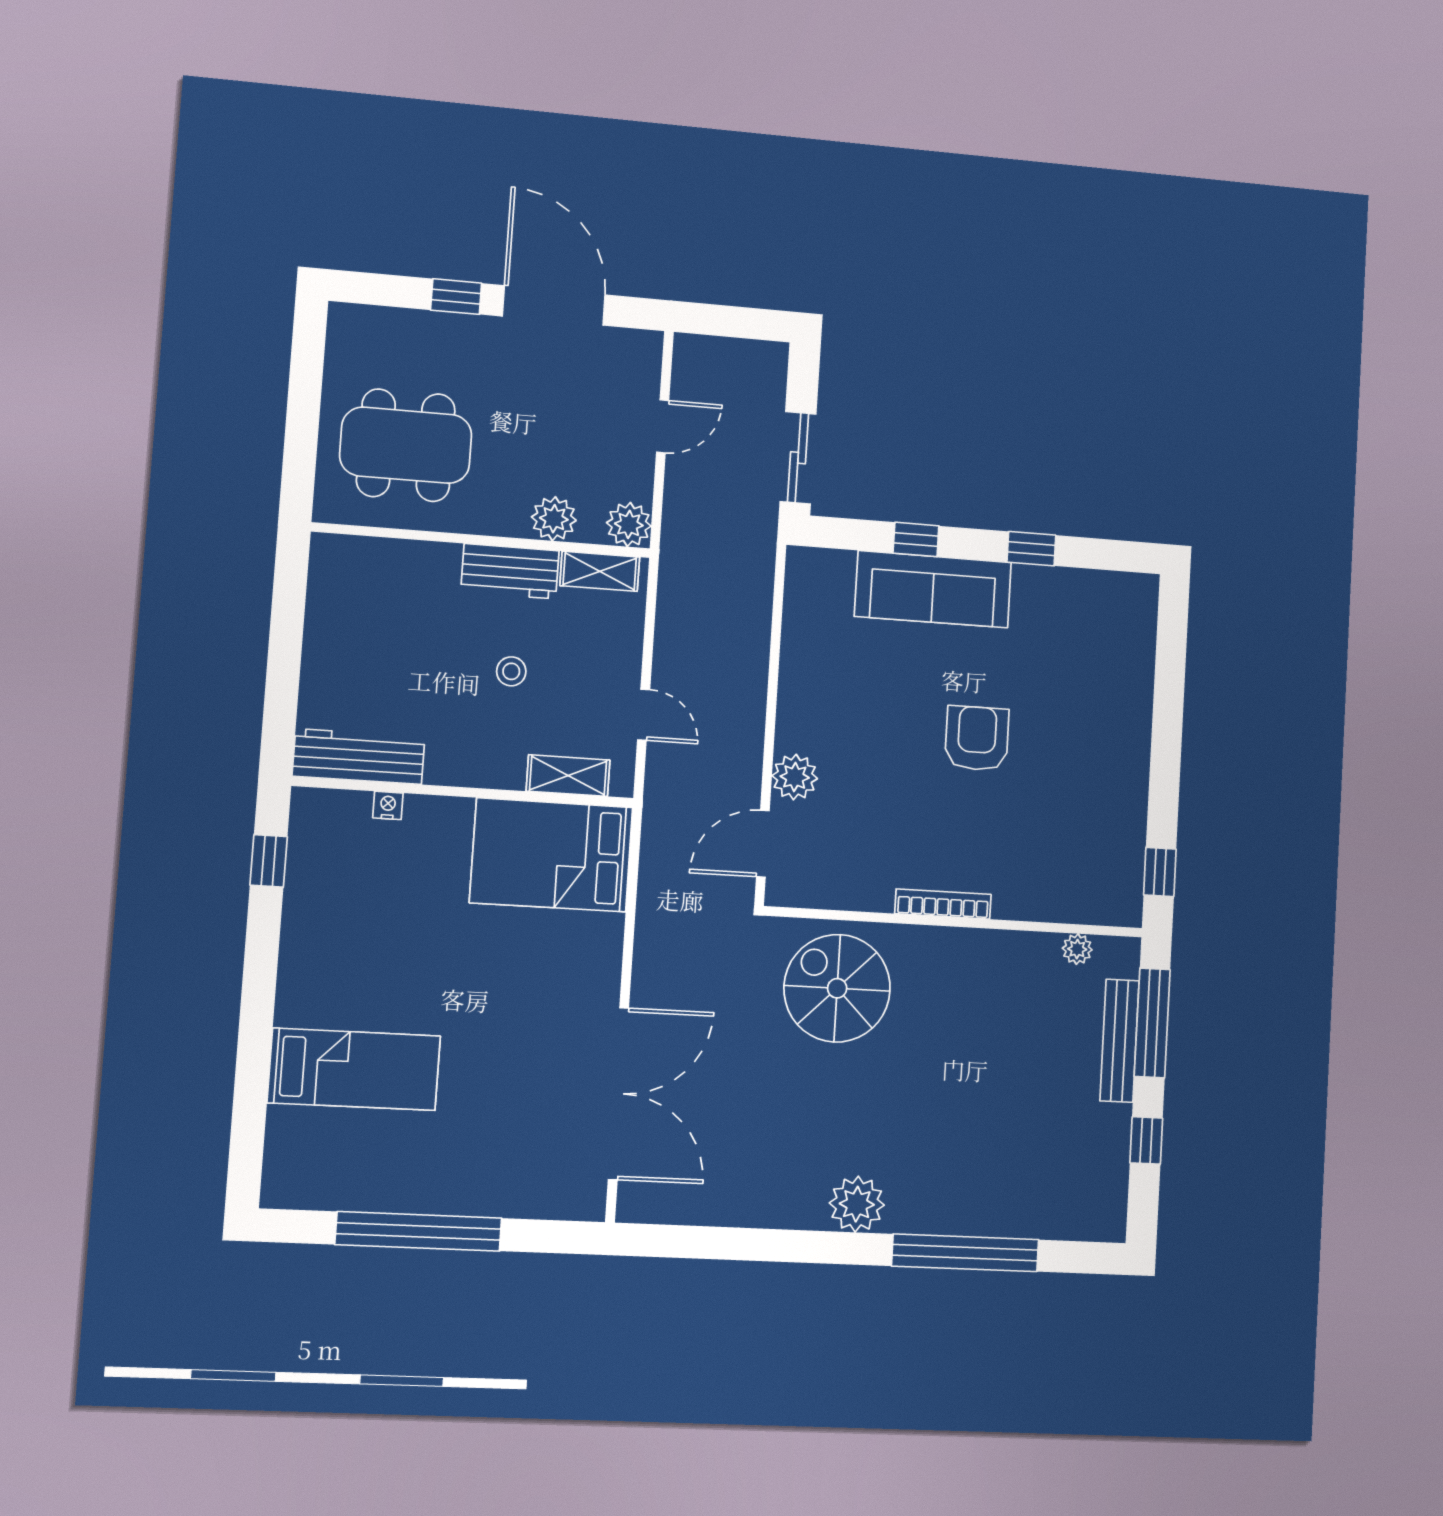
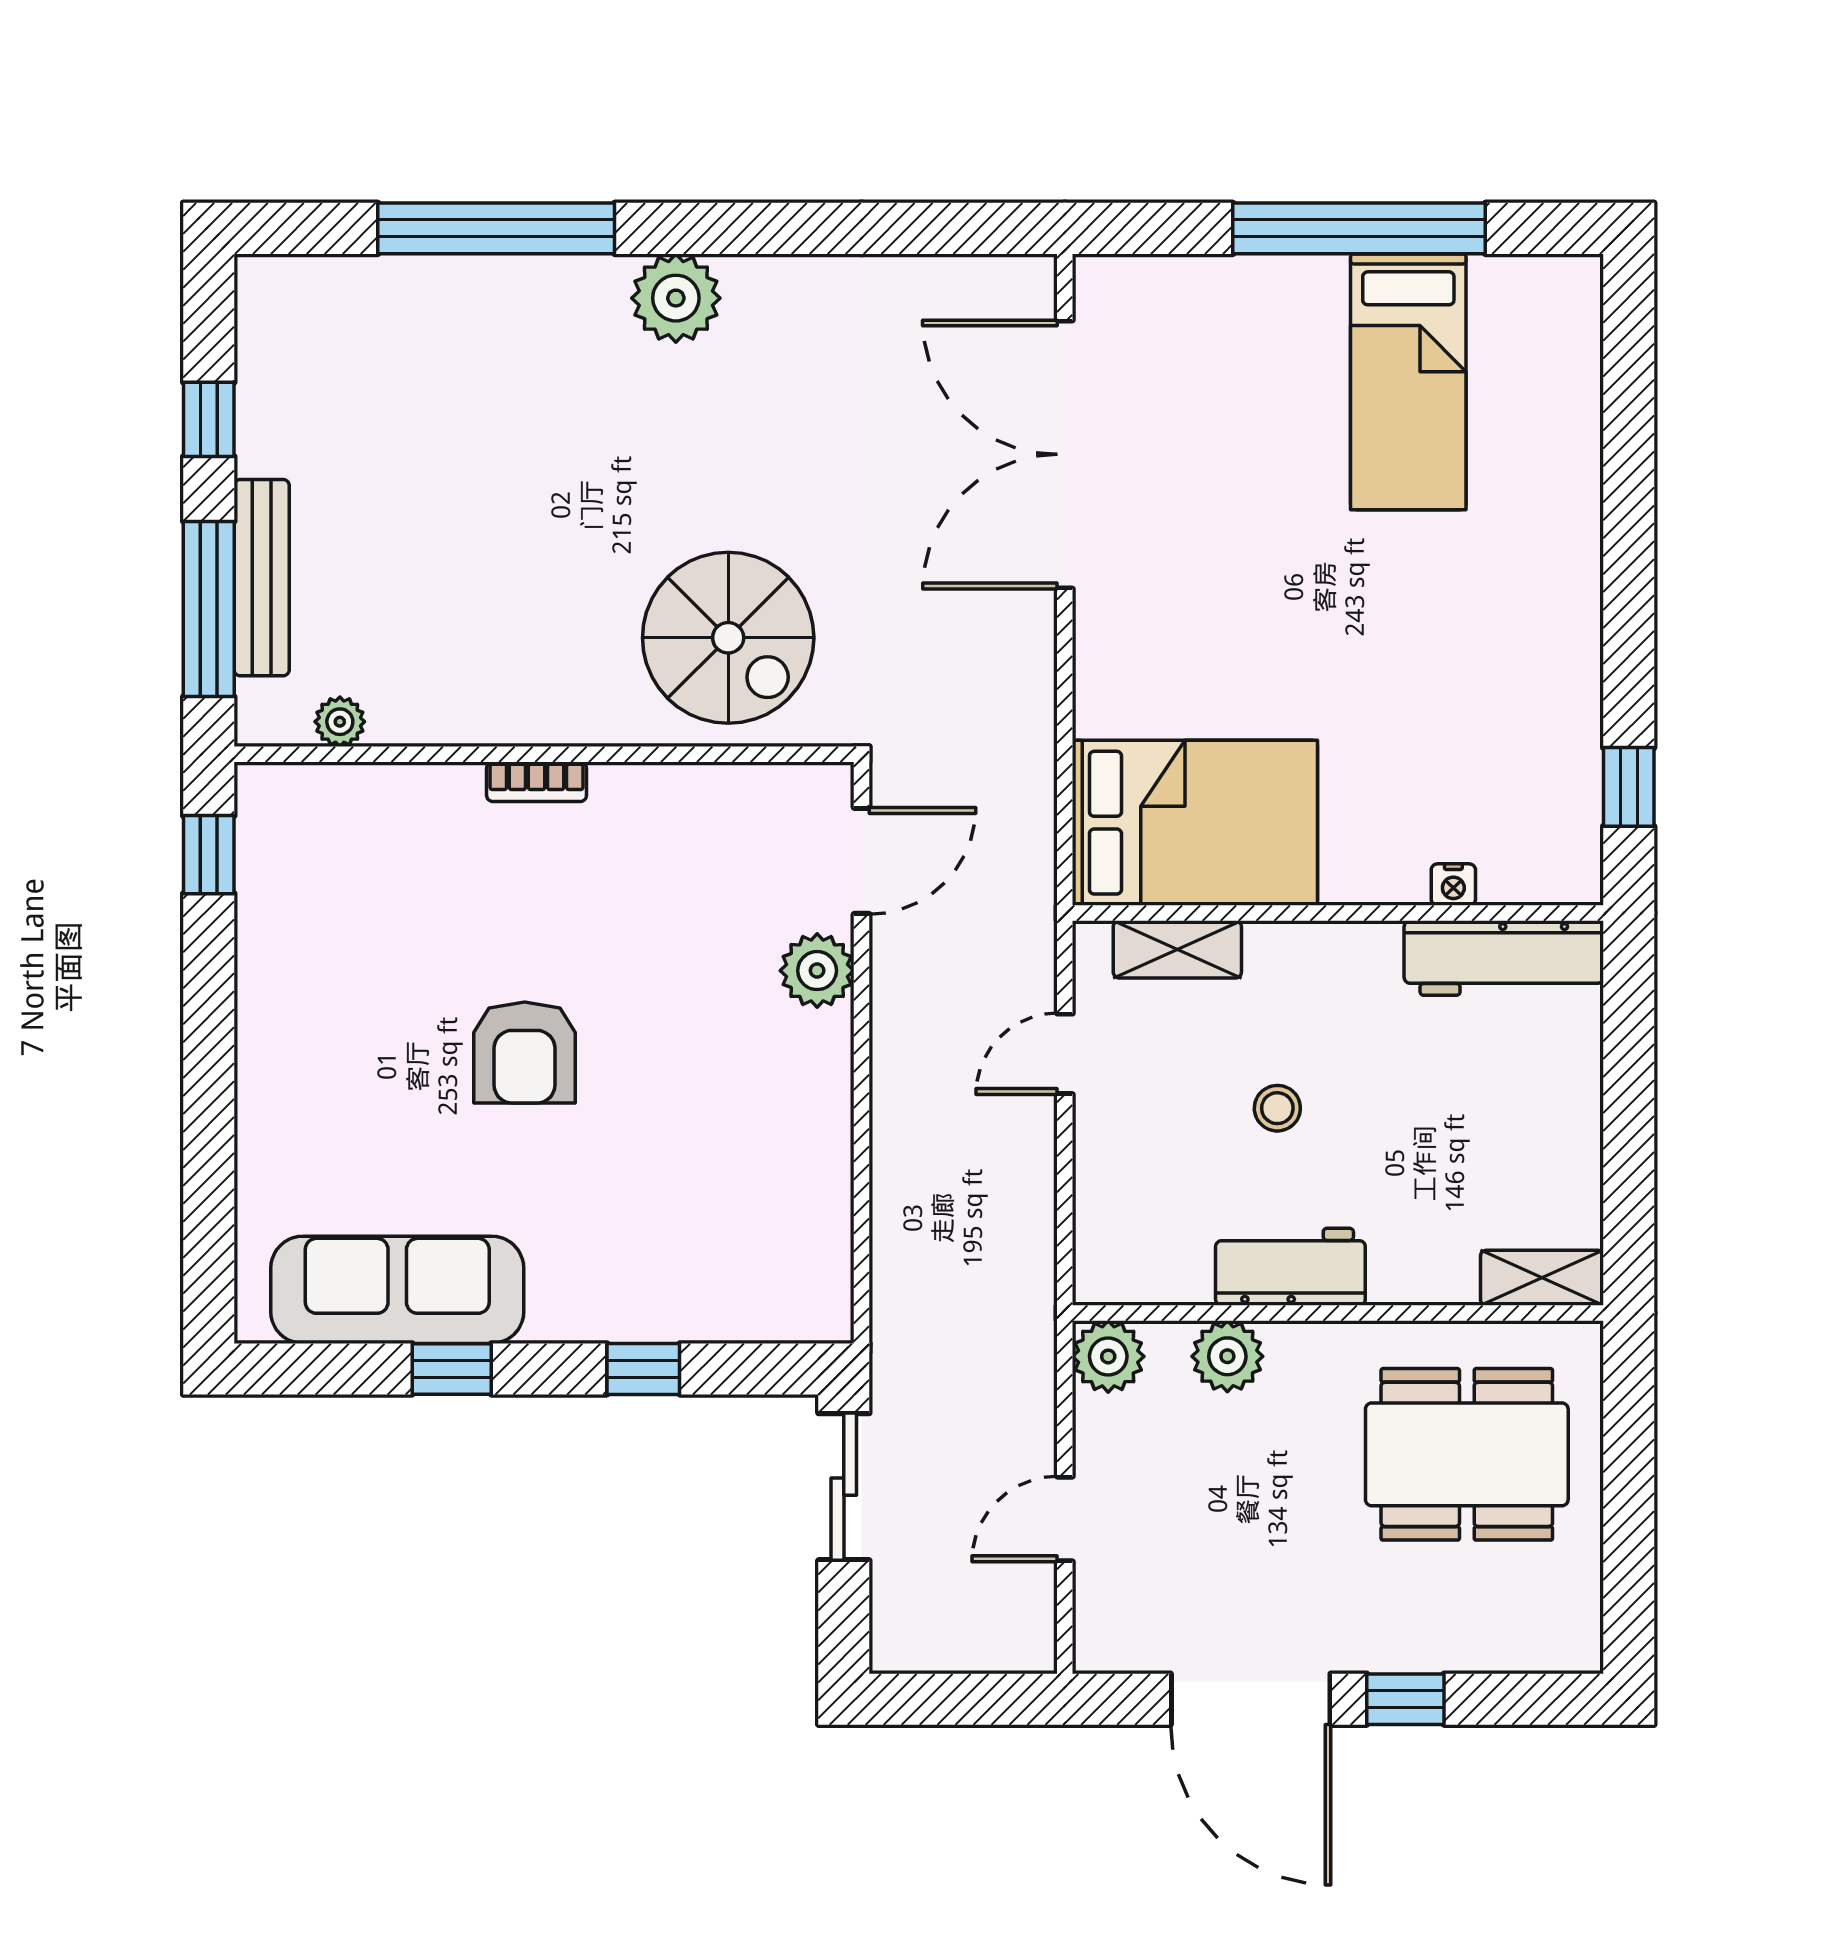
shelving: (600, 571) -> (1542, 1278), moved
sofa: (933, 589) -> (397, 1290), moved
door: (644, 715) -> (1065, 1054), hinge flipped
bookcase: (943, 904) -> (537, 782), width x0.64
bed: (354, 1069) -> (1408, 382), moved, turned -90

